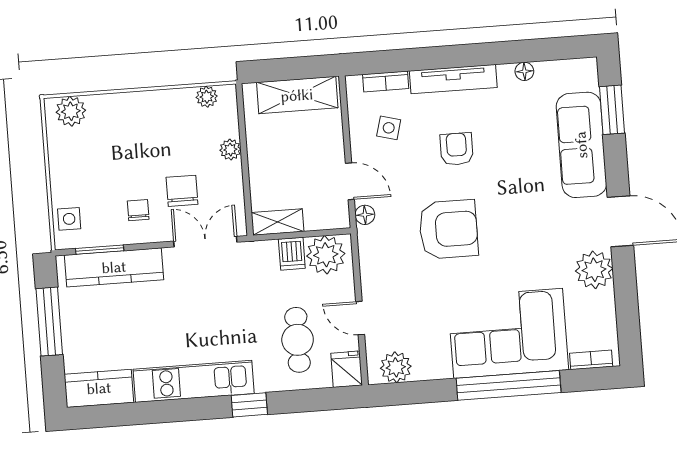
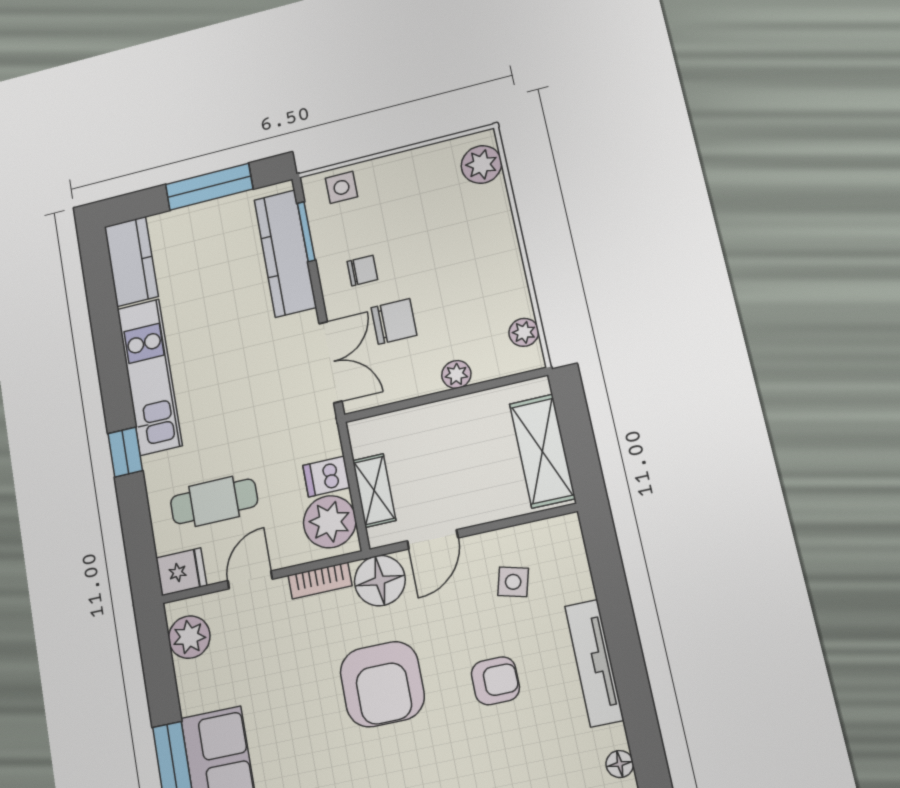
bookcase: (386, 81) -> (320, 581), moved, turned -90
floor lamp: (365, 215) -> (380, 581), width x1.89, depth x1.89
shelving: (278, 222) -> (374, 490), moved

